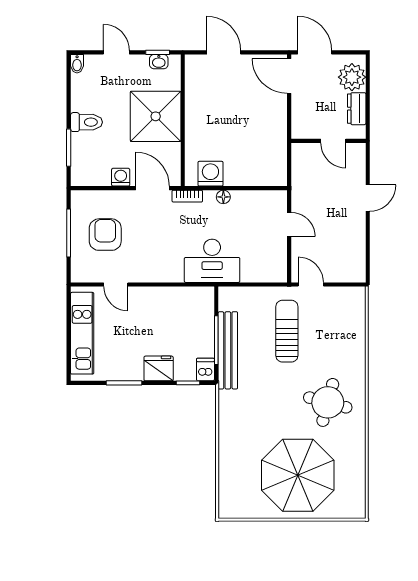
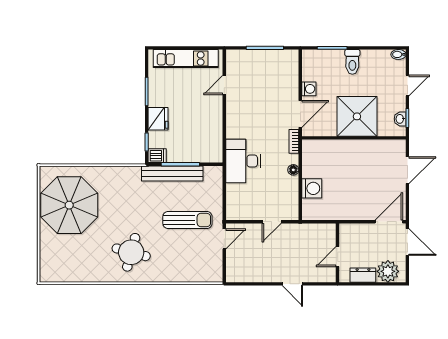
door: (315, 52) -> (407, 242), hinge flipped
washing machine: (210, 174) -> (312, 188), moved
armchair: (105, 235) -> (264, 77), removed
parasol: (298, 475) -> (69, 205), moved

